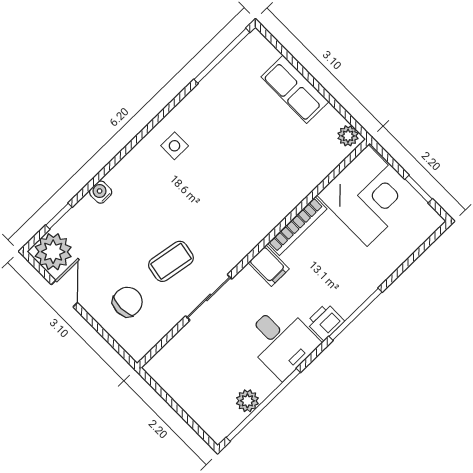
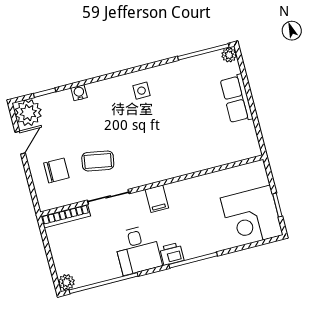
plant: (348, 136) -> (229, 55), moved
corner desk: (368, 196) -> (252, 216), moved, turned 90
bookcase: (297, 226) -> (66, 216), moved
plant: (247, 401) -> (66, 282), moved

